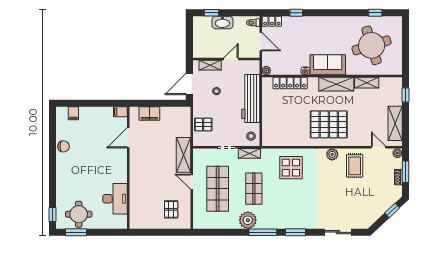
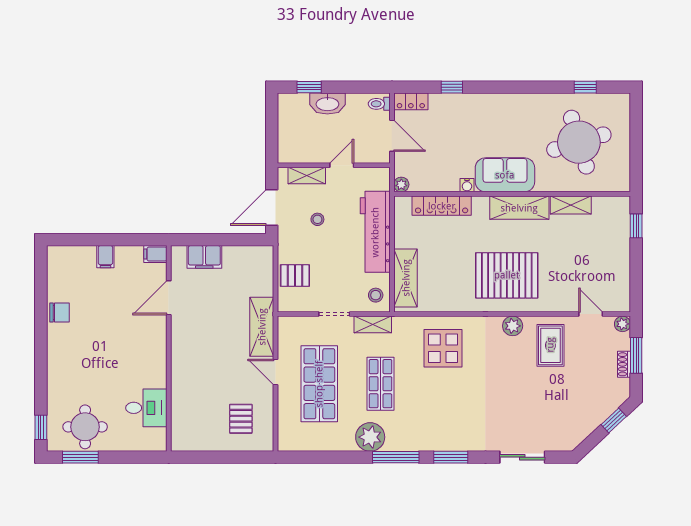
filing cabinet: (73, 113) -> (105, 257), moved
shelving: (395, 123) -> (406, 278), moved
desk: (115, 199) -> (146, 408), width x0.73

